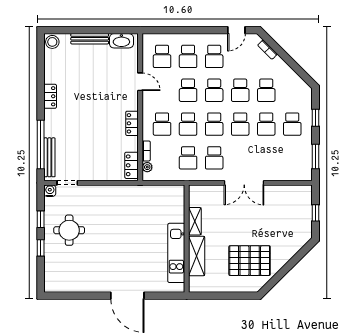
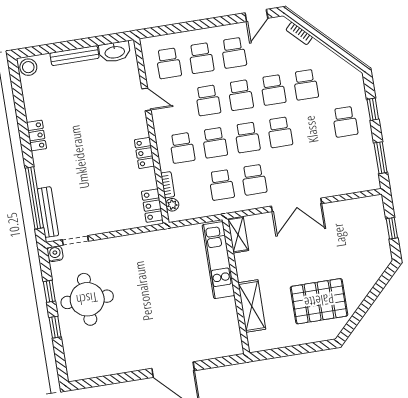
school desk: (266, 124) -> (312, 127), removed
shelving: (195, 221) -> (238, 235), moved
round table: (69, 230) -> (87, 299), width x1.36, depth x1.36
kitchen unit: (176, 253) -> (218, 260), moved

